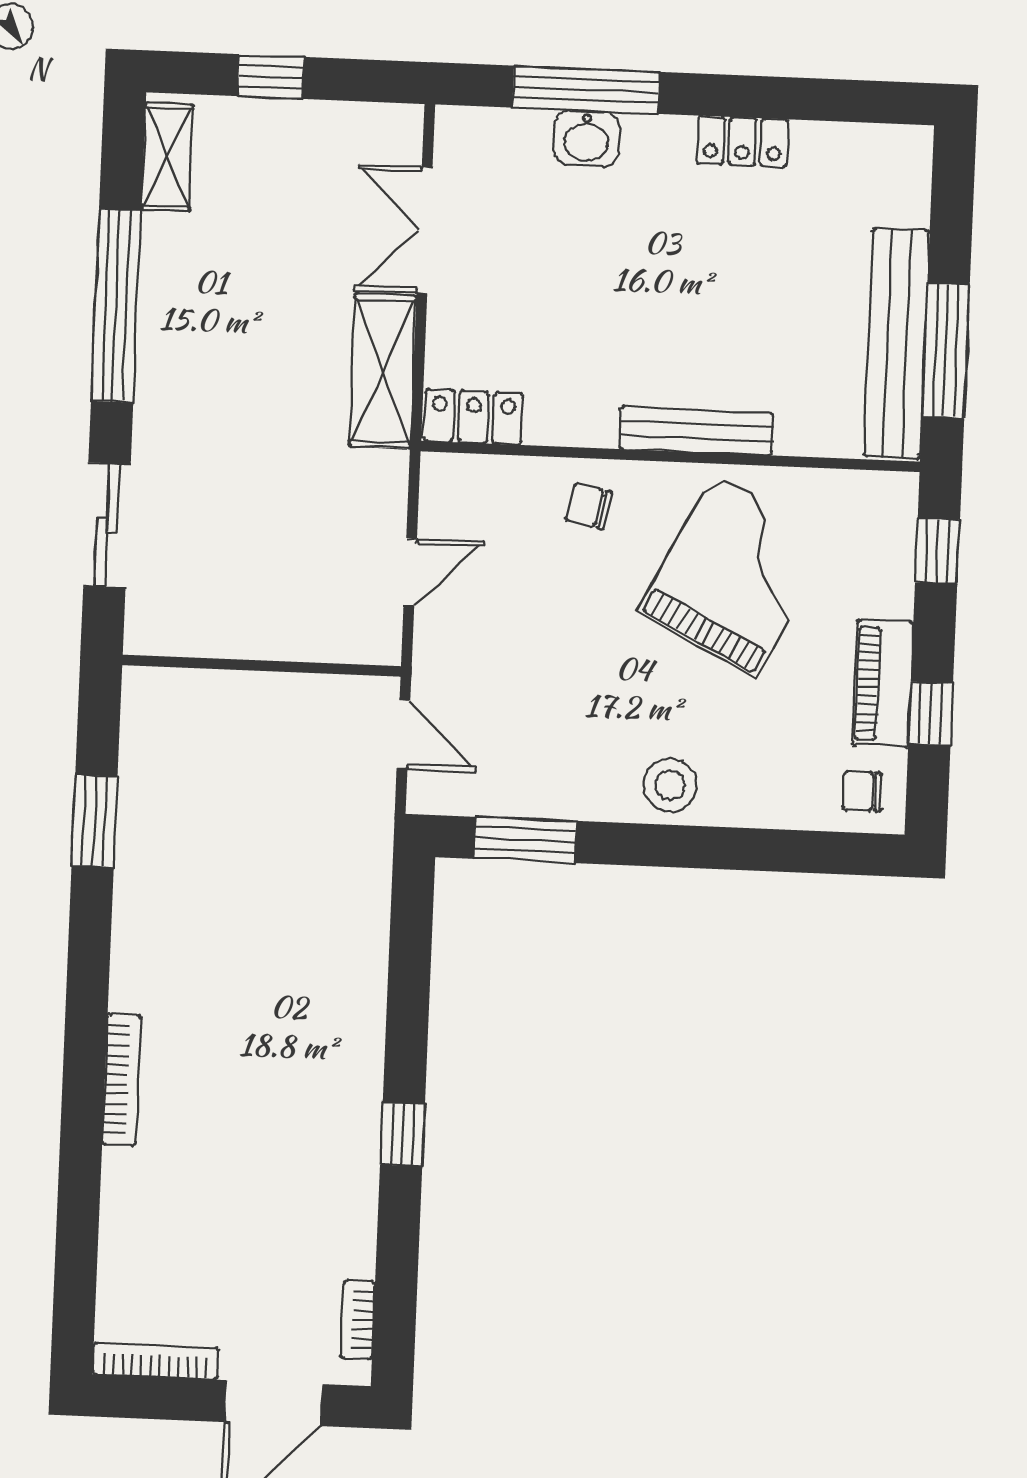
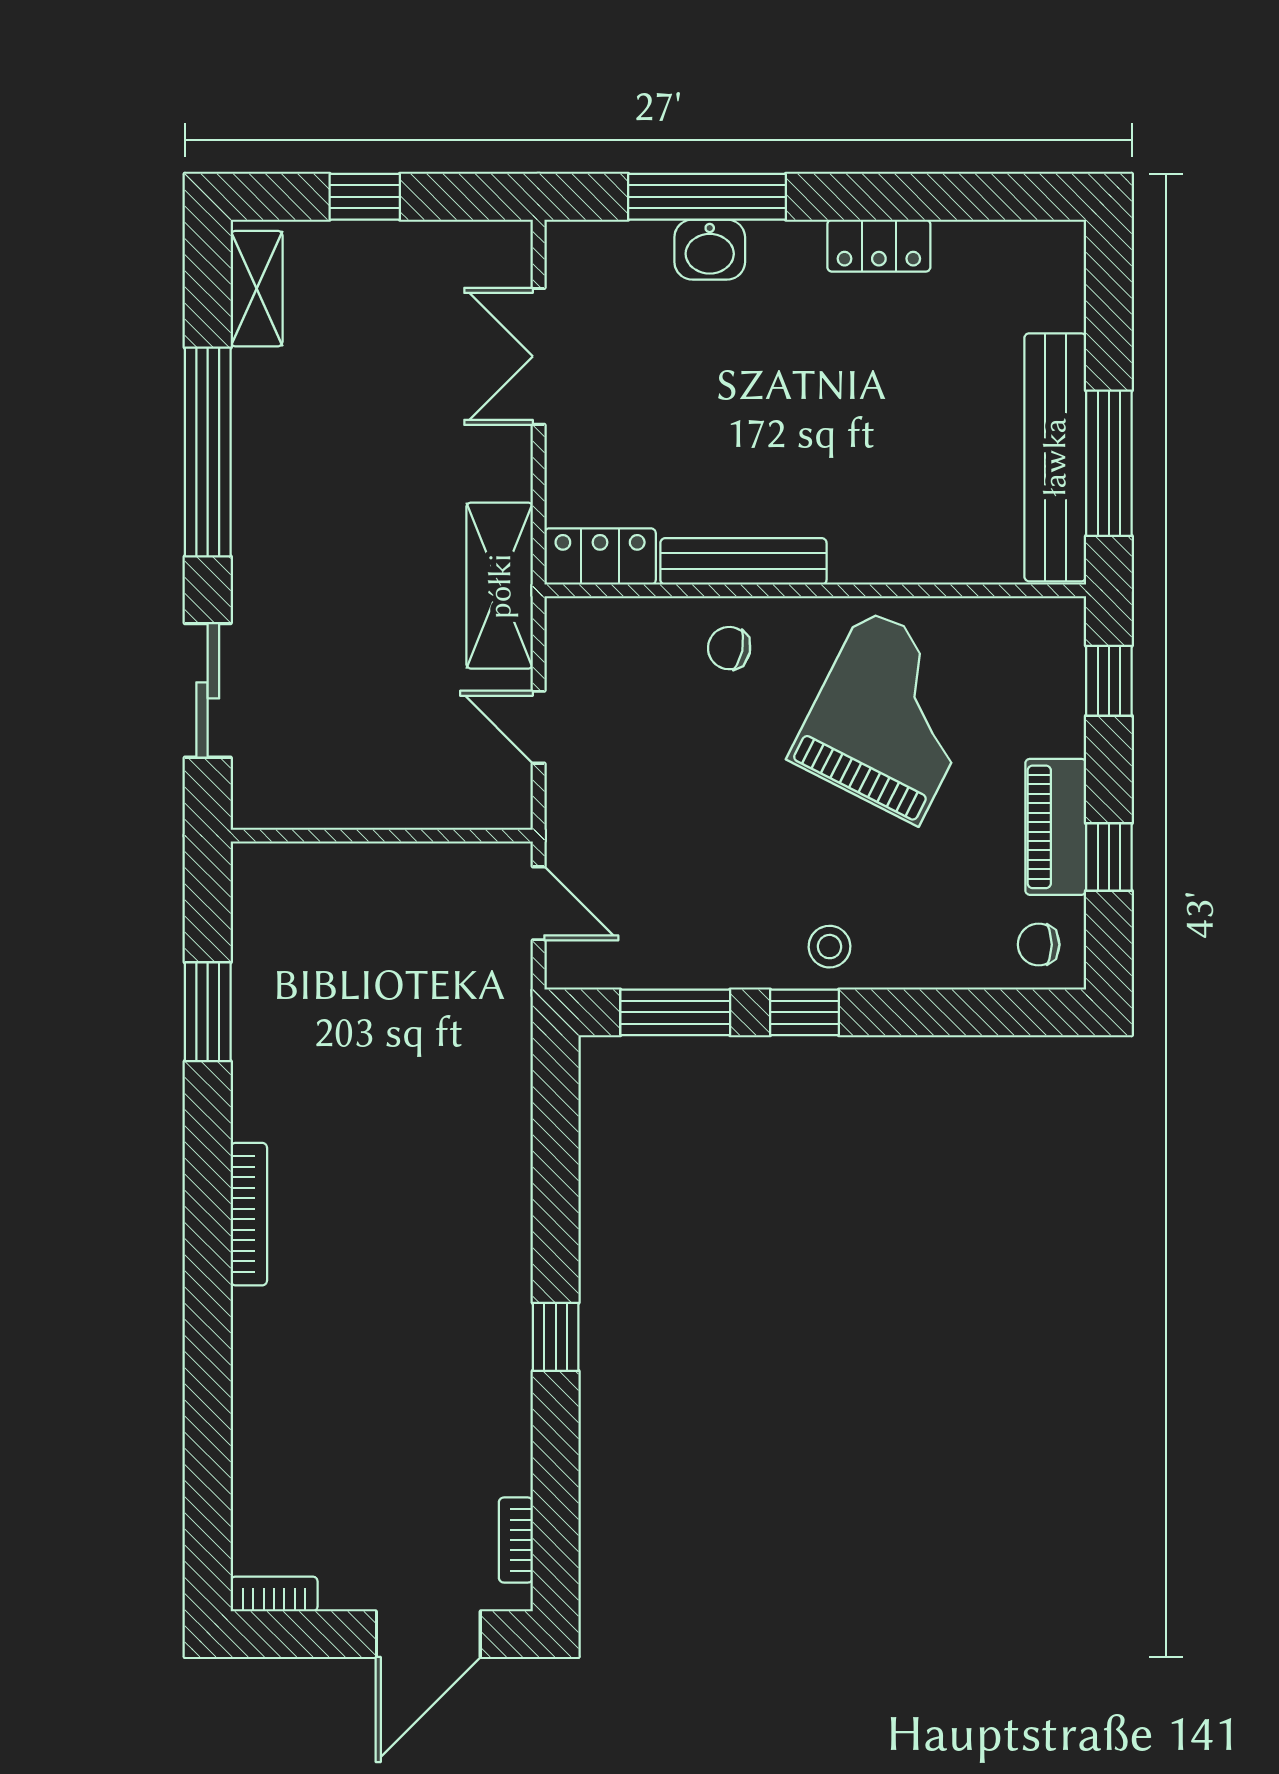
shelving: (383, 371) -> (500, 586), moved
bench: (696, 431) -> (743, 561), moved
door: (410, 572) -> (539, 727), swing flipped
stool: (670, 785) -> (829, 947), width x0.73, depth x0.73
window: (644, 845) -> (804, 1012), added
bookcase: (122, 1079) -> (249, 1214), moved
bookcase: (156, 1361) -> (274, 1594), width x0.64

